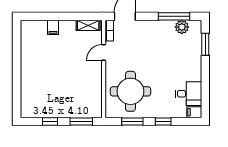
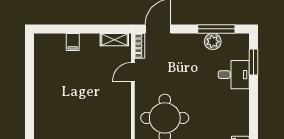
plant: (182, 27) -> (213, 42), moved
desk: (189, 94) -> (234, 75), moved

